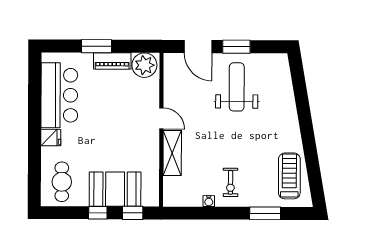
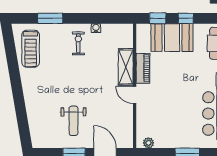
piano: (112, 61) -> (143, 68), moved, turned 90
plant: (144, 65) -> (148, 143), width x0.53, depth x0.53
weight bench: (237, 87) -> (74, 121), width x0.73, depth x0.75

